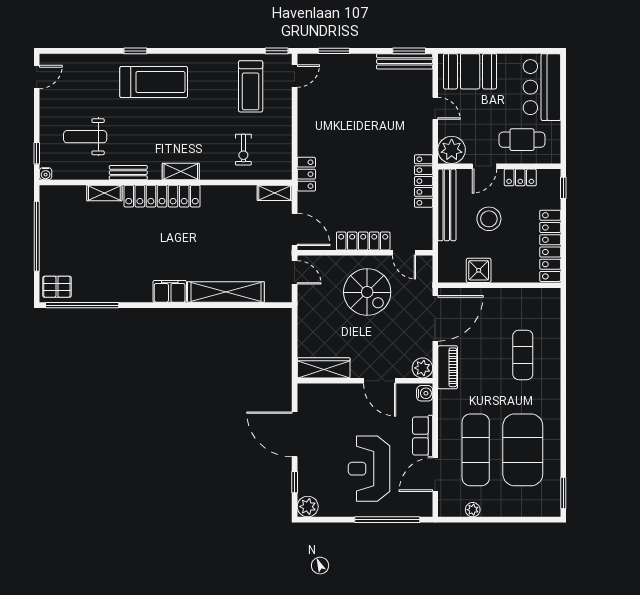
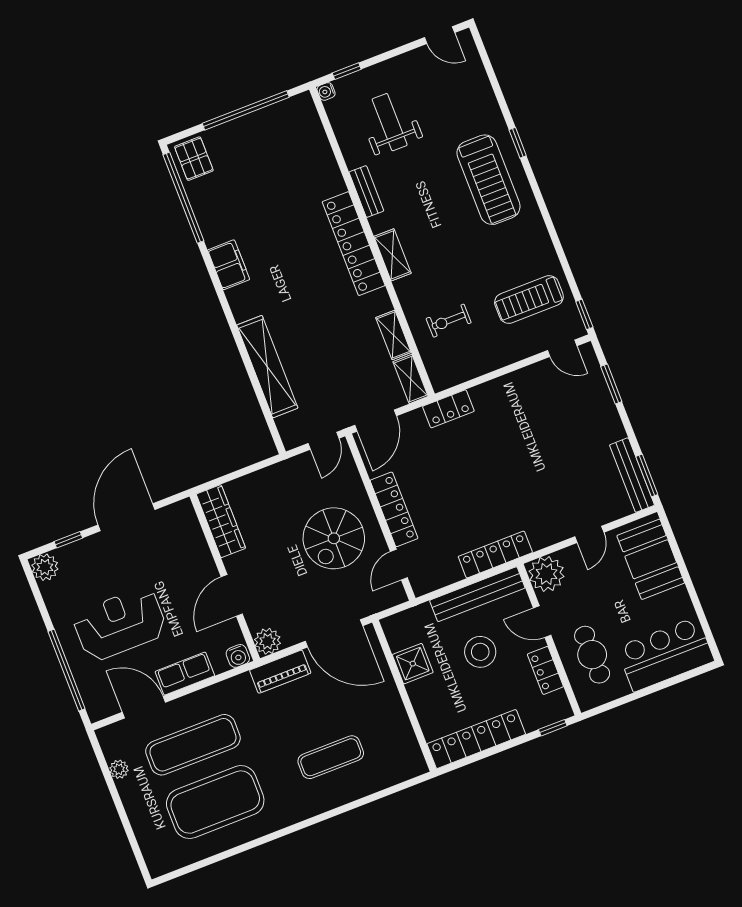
shelving: (104, 193) -> (393, 335), moved
filing cabinet: (170, 291) -> (229, 265), moved
window: (563, 493) -> (182, 872), removed

